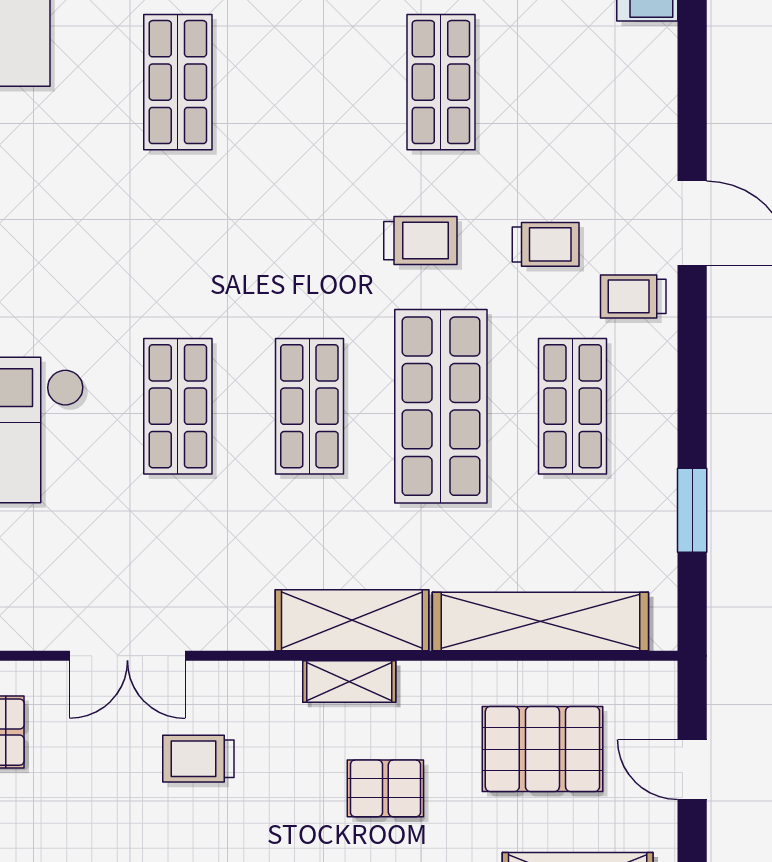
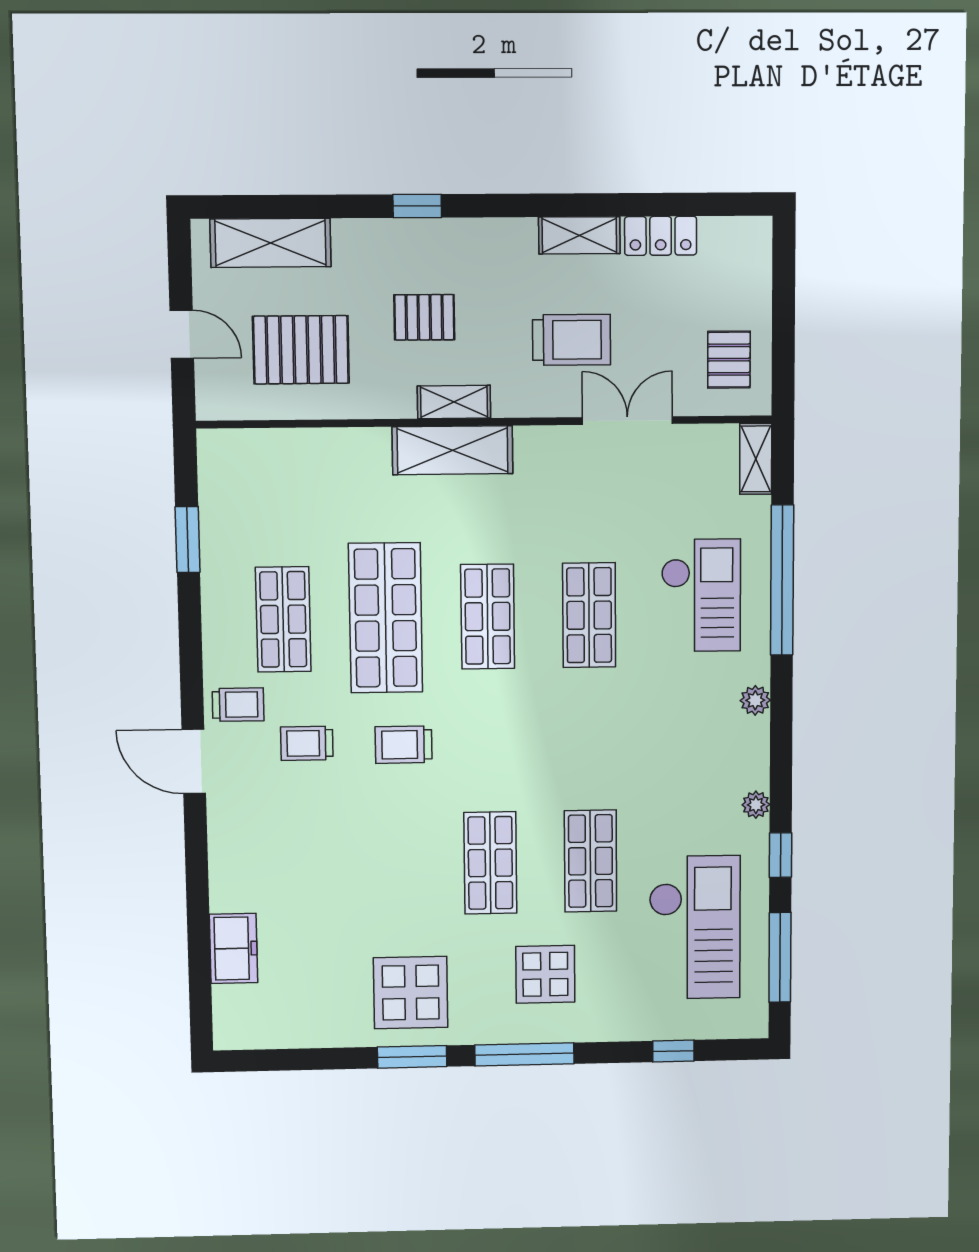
shop shelf: (441, 82) -> (490, 863), moved
shelving: (540, 622) -> (305, 451), removed
trolley: (198, 759) -> (572, 340), width x1.36, depth x1.39

